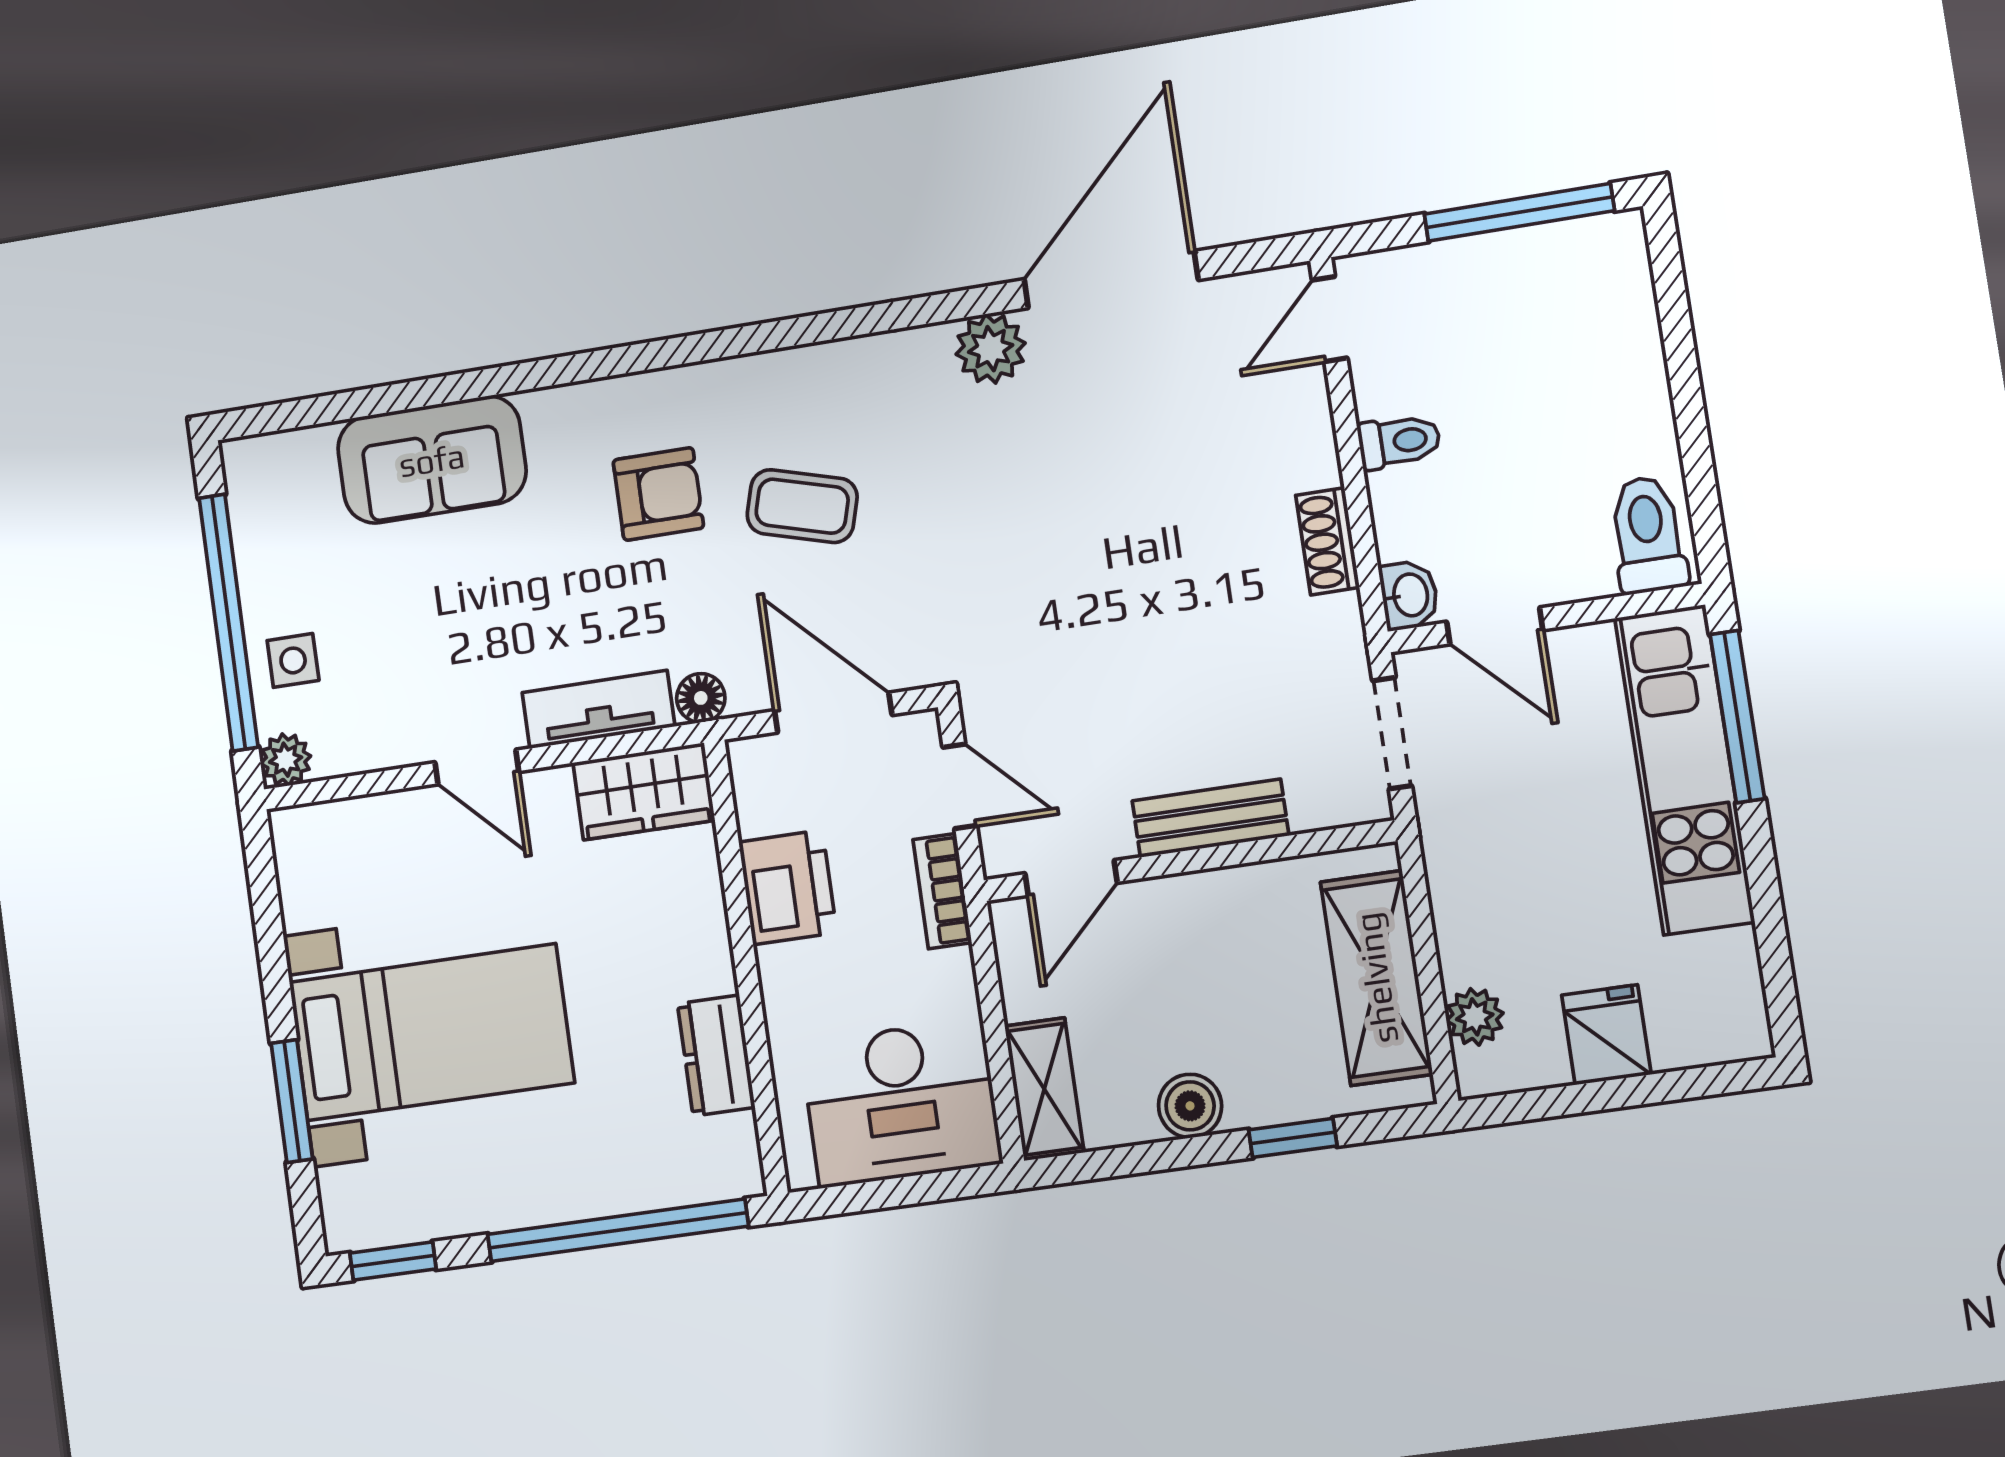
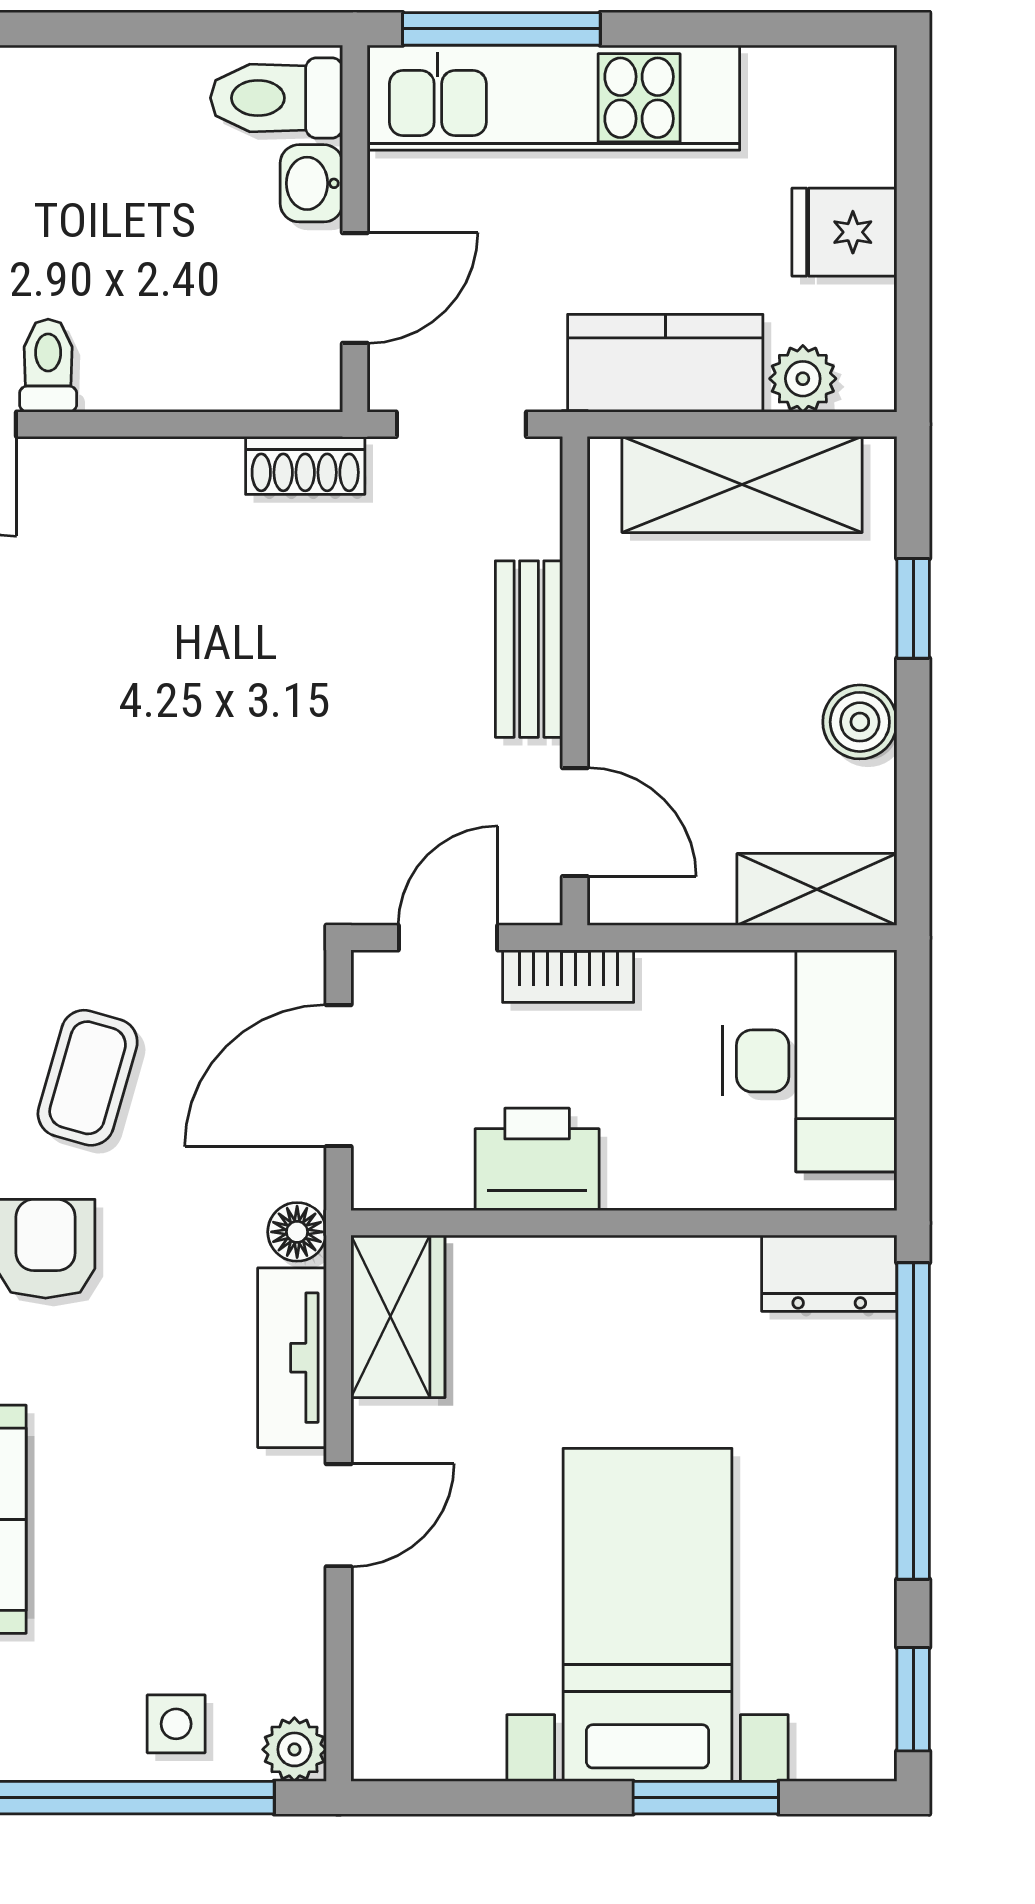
toilet: (1399, 441) -> (48, 366), moved
shoe rack: (1328, 541) -> (305, 465), moved
washbasin: (1409, 595) -> (311, 183), moved, turned -90
kitchen counter: (1470, 898) -> (665, 363), added
dresser: (716, 1055) -> (829, 1273), moved

